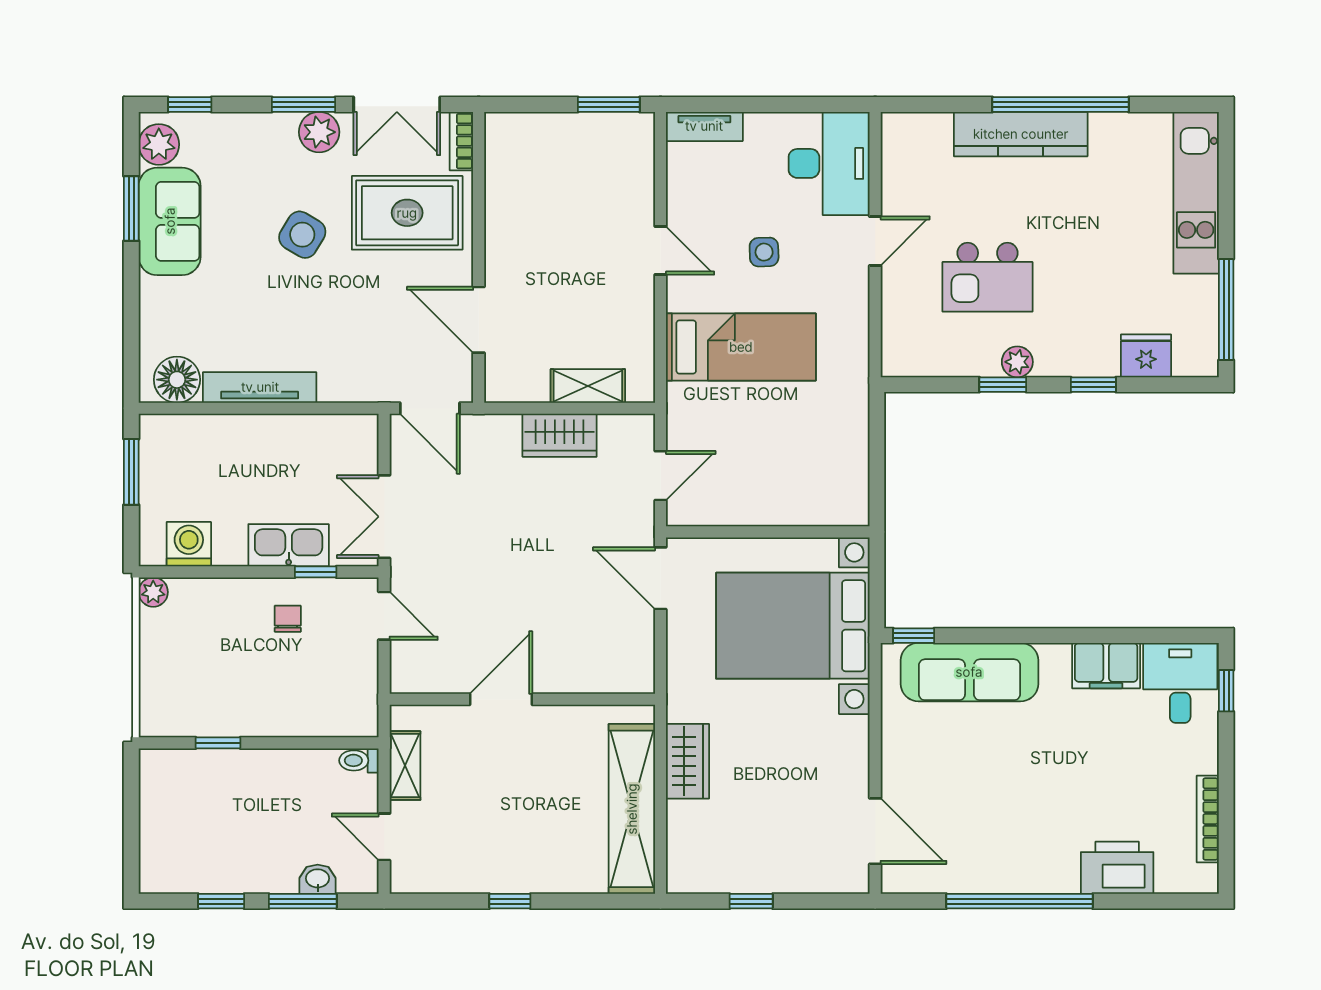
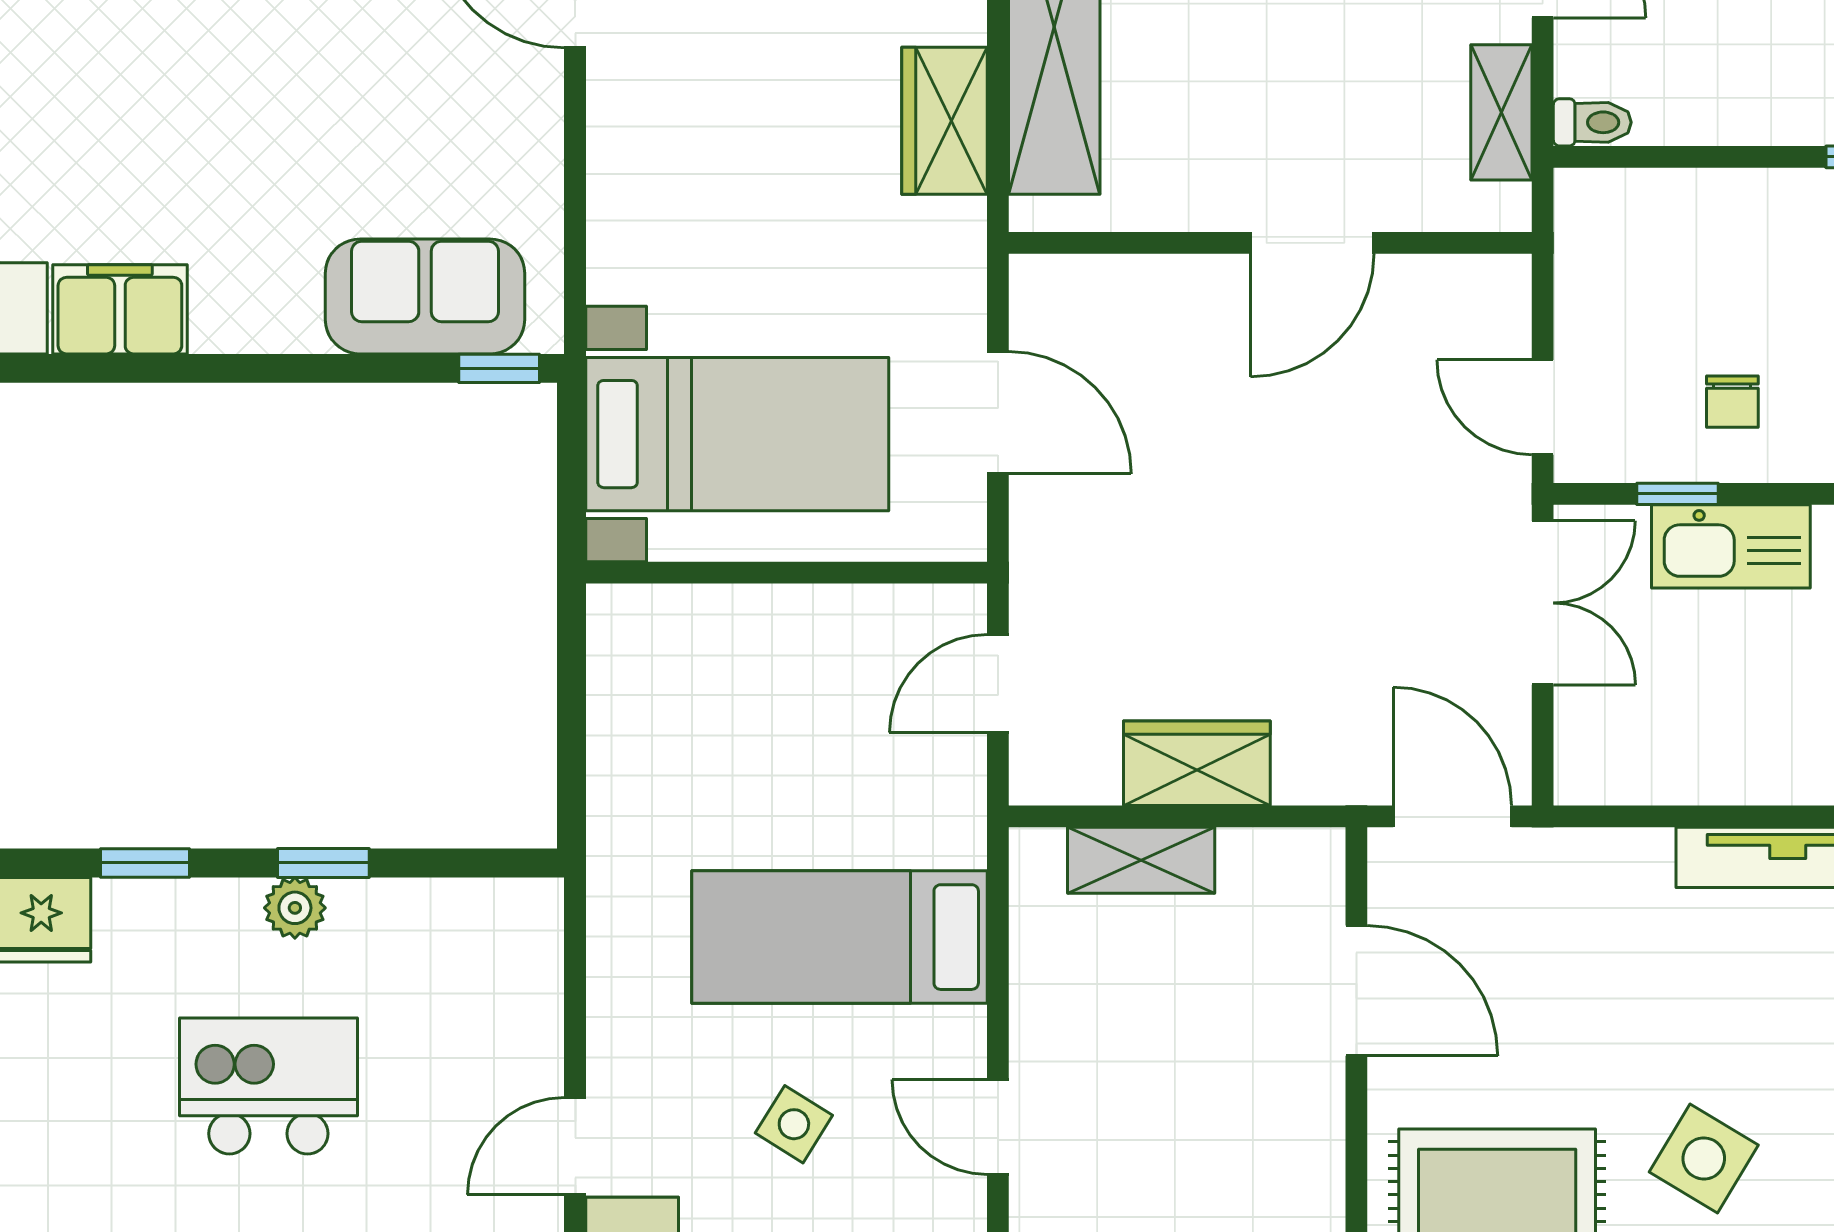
side table: (764, 252) -> (794, 1124), turned 34
kitchen island: (988, 277) -> (268, 1086), moved
door: (661, 578) -> (998, 413), moved
bed with nightstands: (793, 626) -> (737, 434), width x0.73
sofa: (969, 672) -> (425, 296), width x0.73

